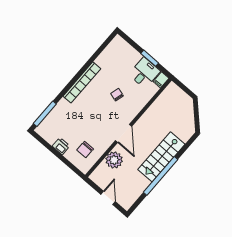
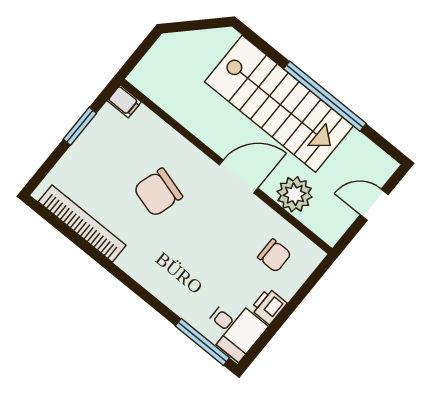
desk: (144, 73) -> (234, 329), moved, turned 180
bookcase: (82, 82) -> (82, 224), moved
chair: (117, 95) -> (158, 192), width x1.87, depth x1.87
stairs: (161, 157) -> (279, 104), width x1.36, depth x1.51

